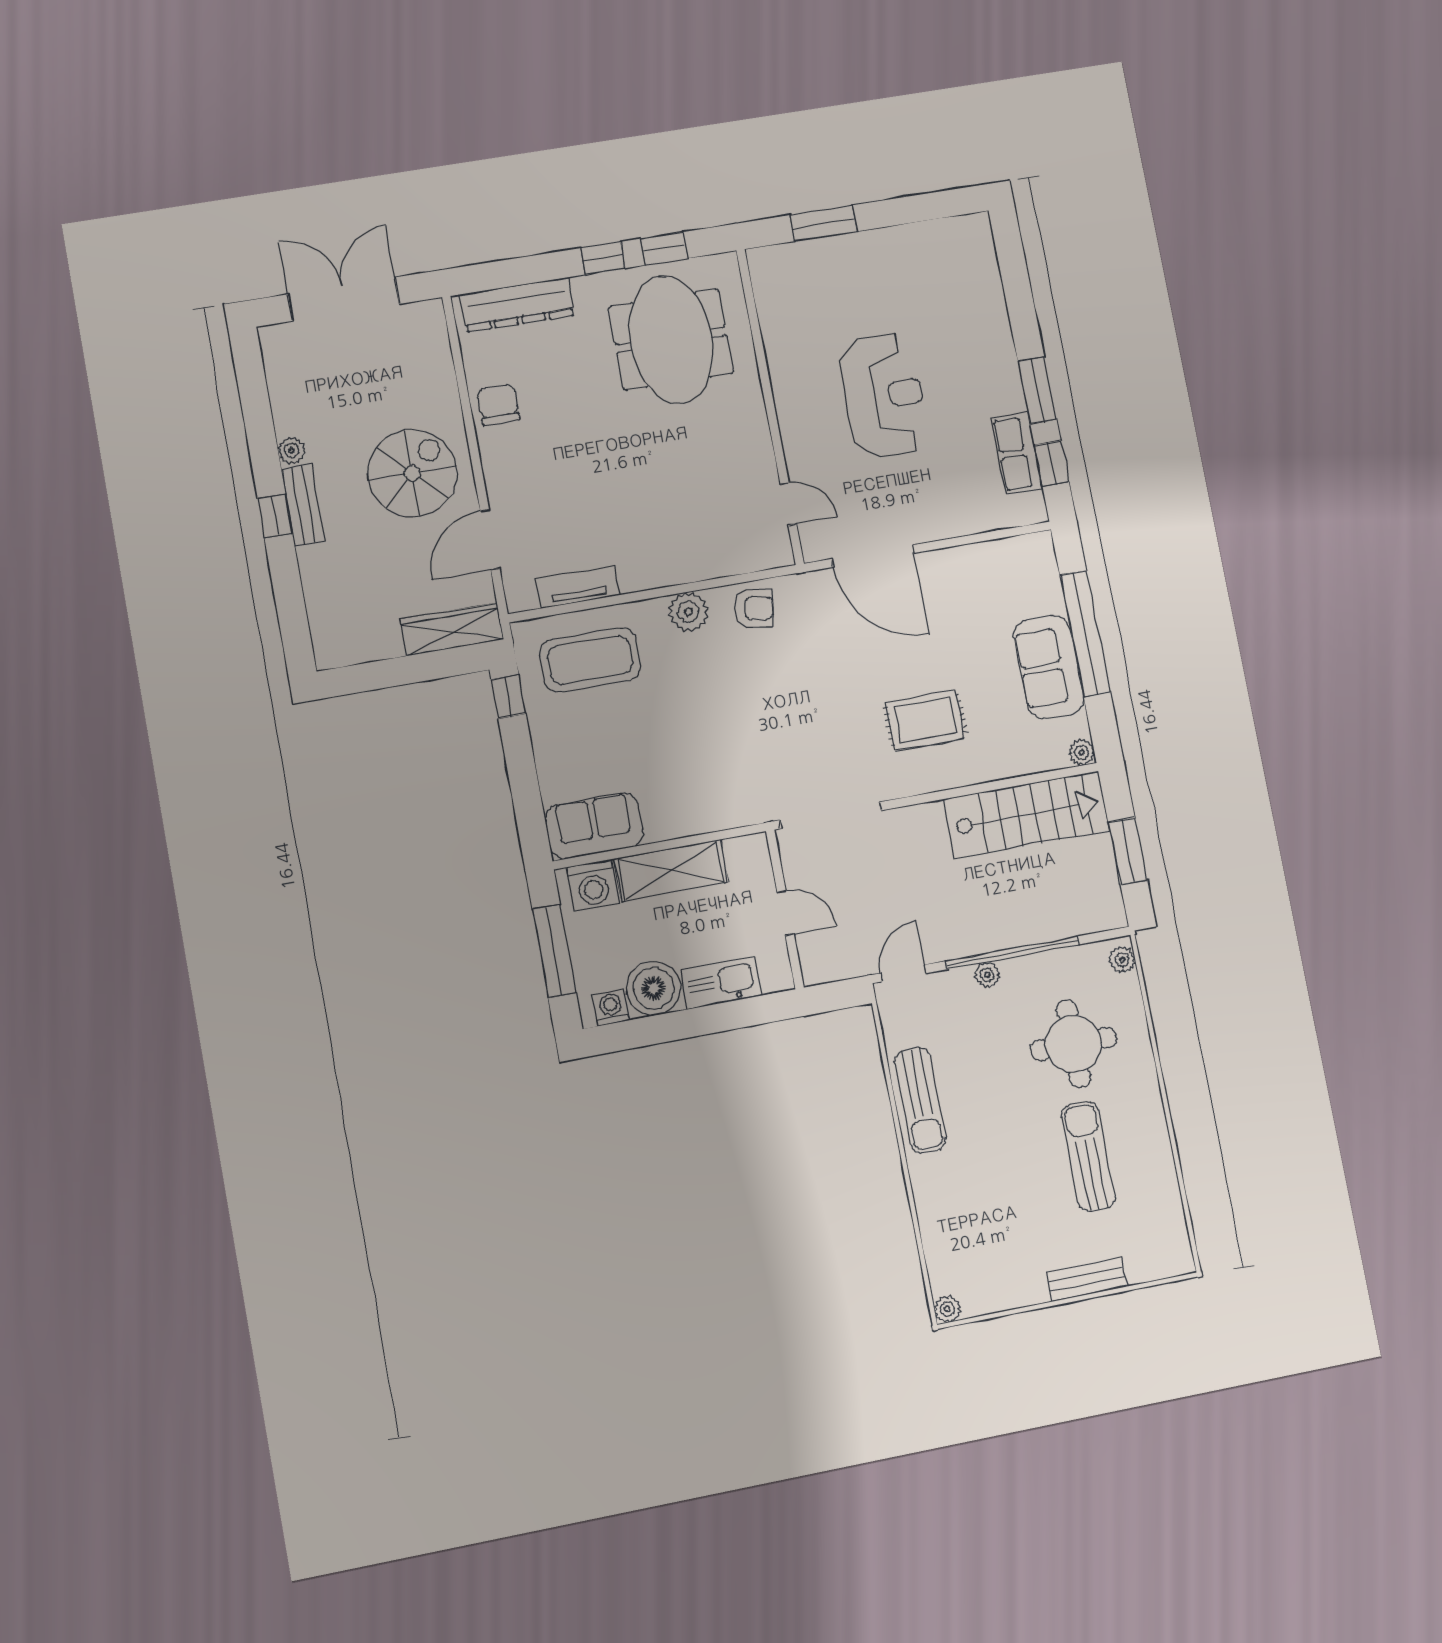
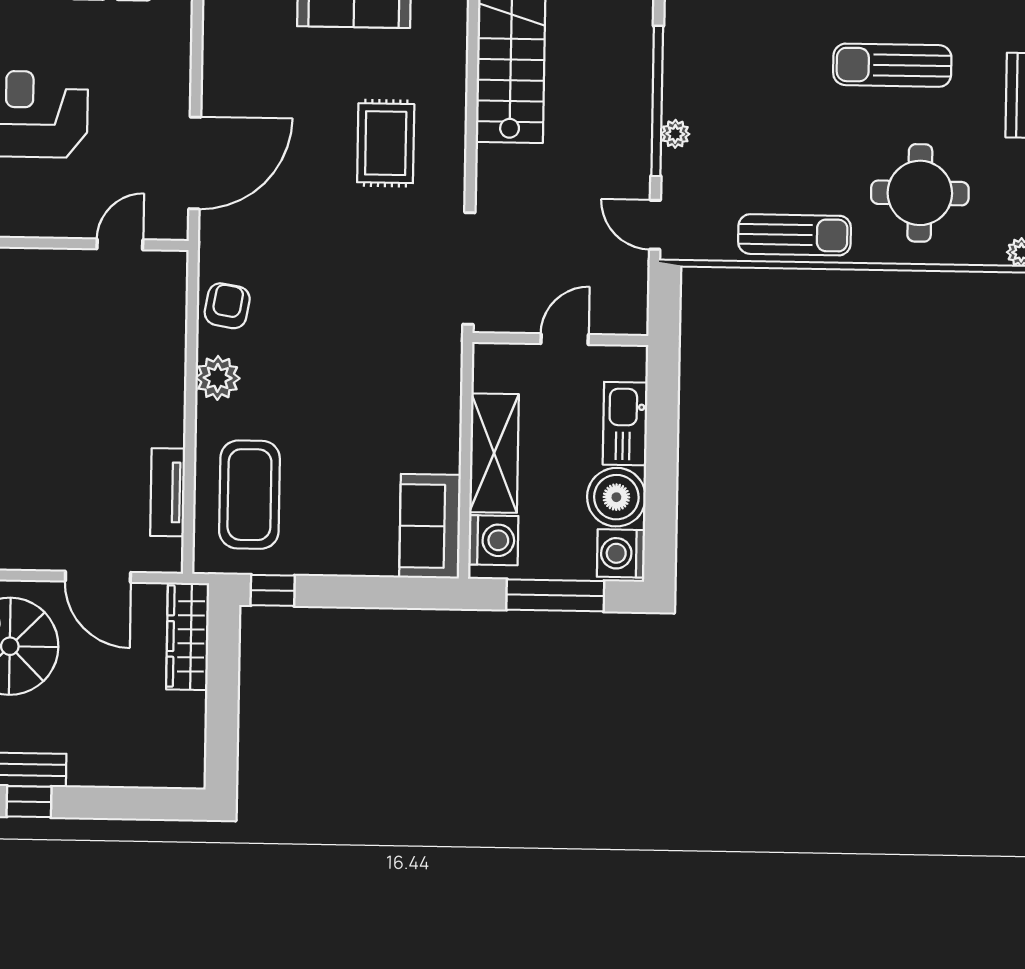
washing machine: (611, 1008) -> (621, 553), width x1.38, depth x1.38
round table: (1073, 1044) -> (920, 193), moved

